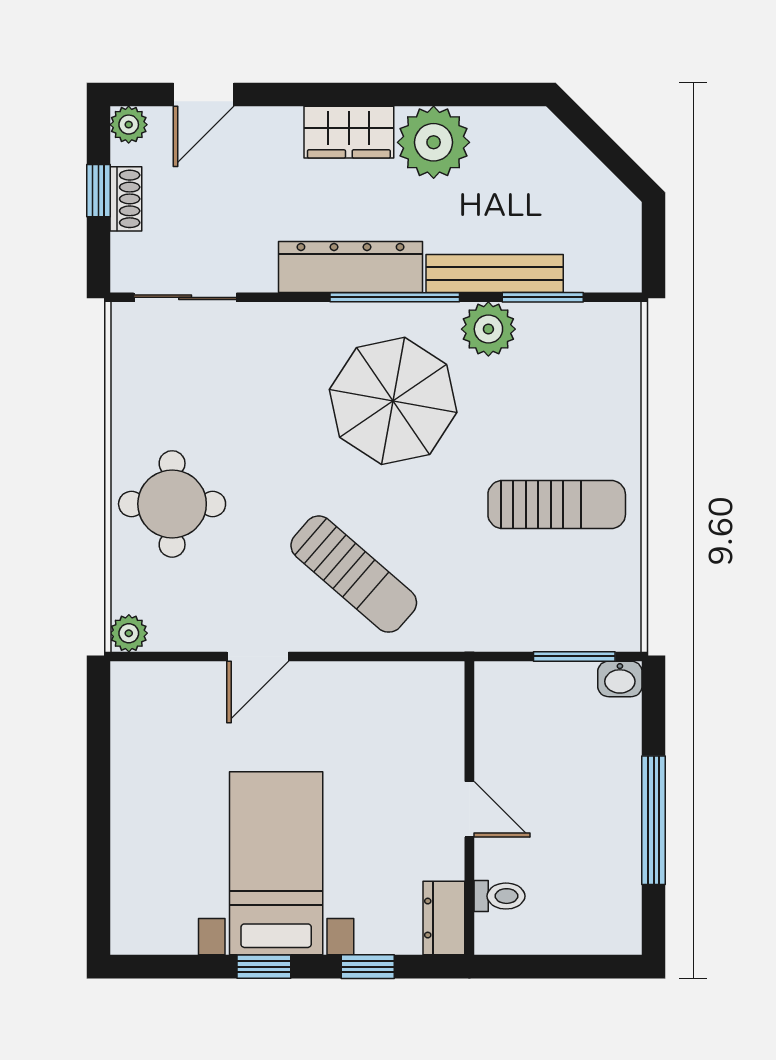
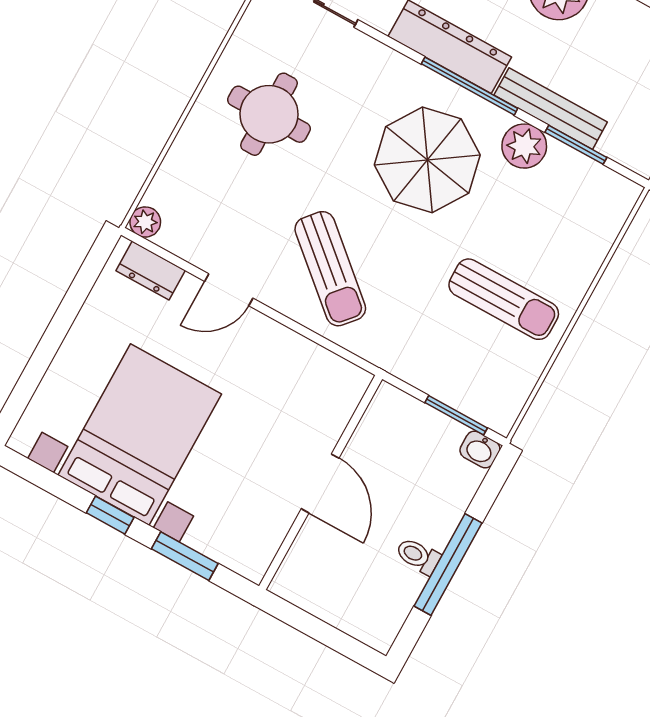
round table: (172, 504) -> (269, 114), moved
door: (469, 809) -> (320, 483), width x1.38
bed with nightstands: (276, 863) -> (140, 435), width x1.36
toilet: (499, 896) -> (418, 556), moved, turned 180
dresser: (444, 918) -> (151, 270), moved, turned -90
window: (368, 967) -> (185, 556), width x1.50

